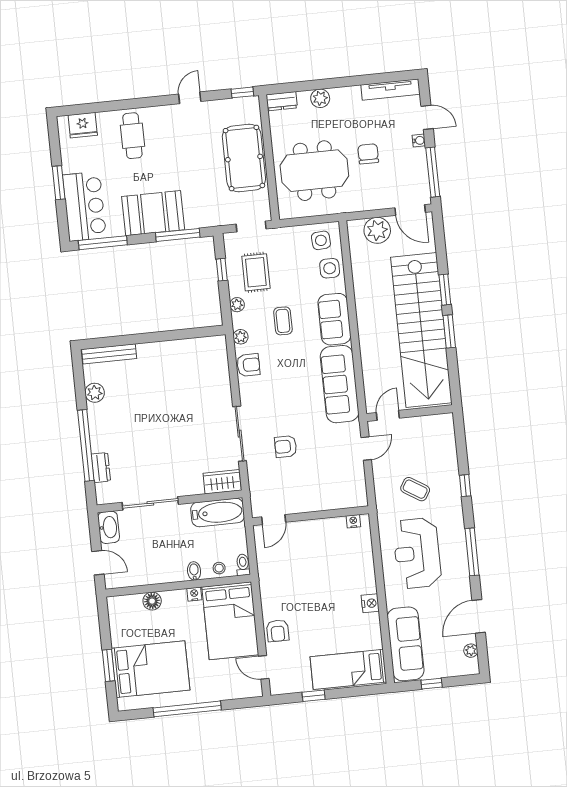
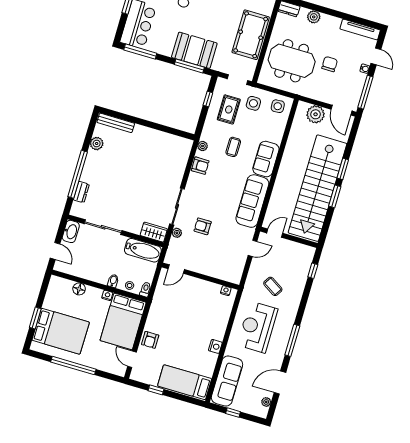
booth: (153, 213) -> (194, 50), moved
side table: (330, 268) -> (253, 103), moved
plant: (237, 305) -> (177, 233), moved
window: (465, 486) -> (313, 271), moved

